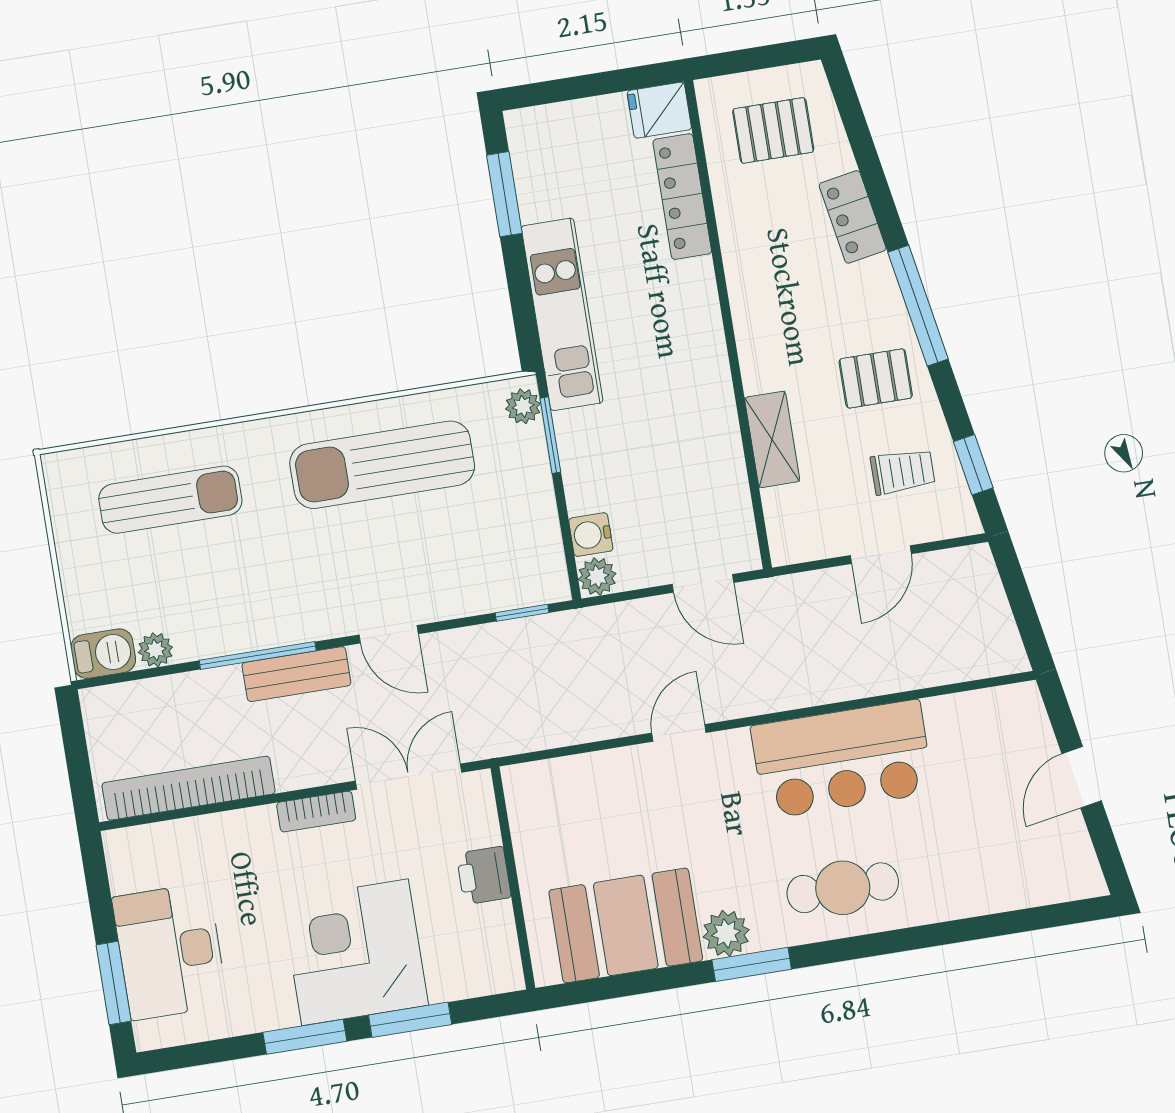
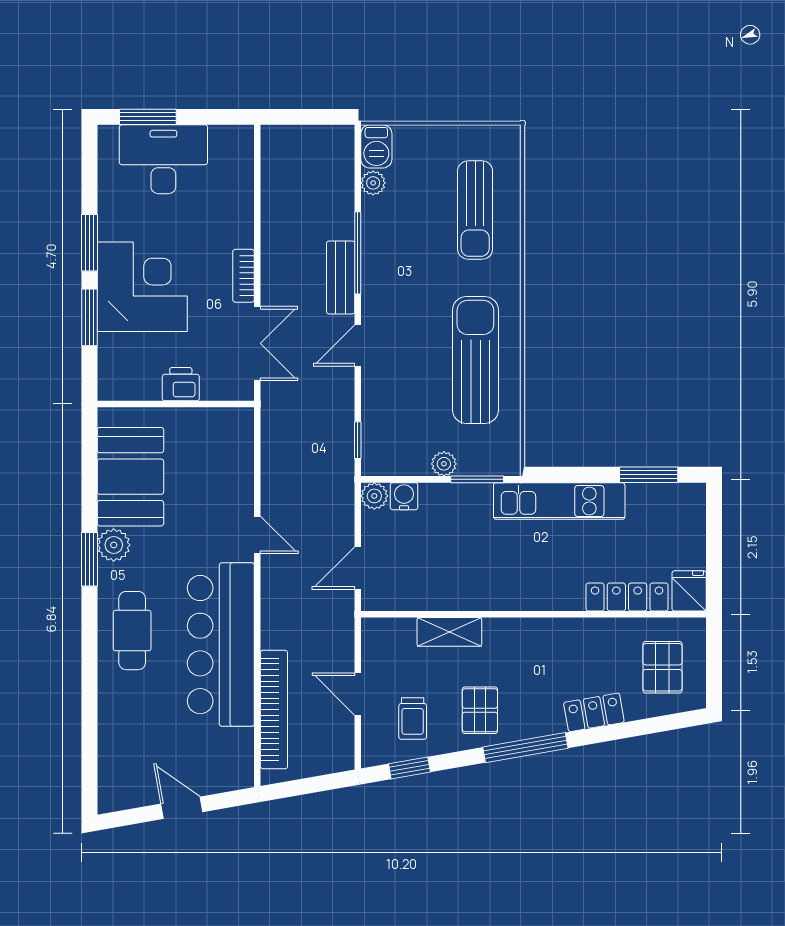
plant: (523, 406) -> (444, 464), moved
bar counter: (842, 759) -> (221, 645), width x1.36
bookcase: (189, 788) -> (274, 710), moved

